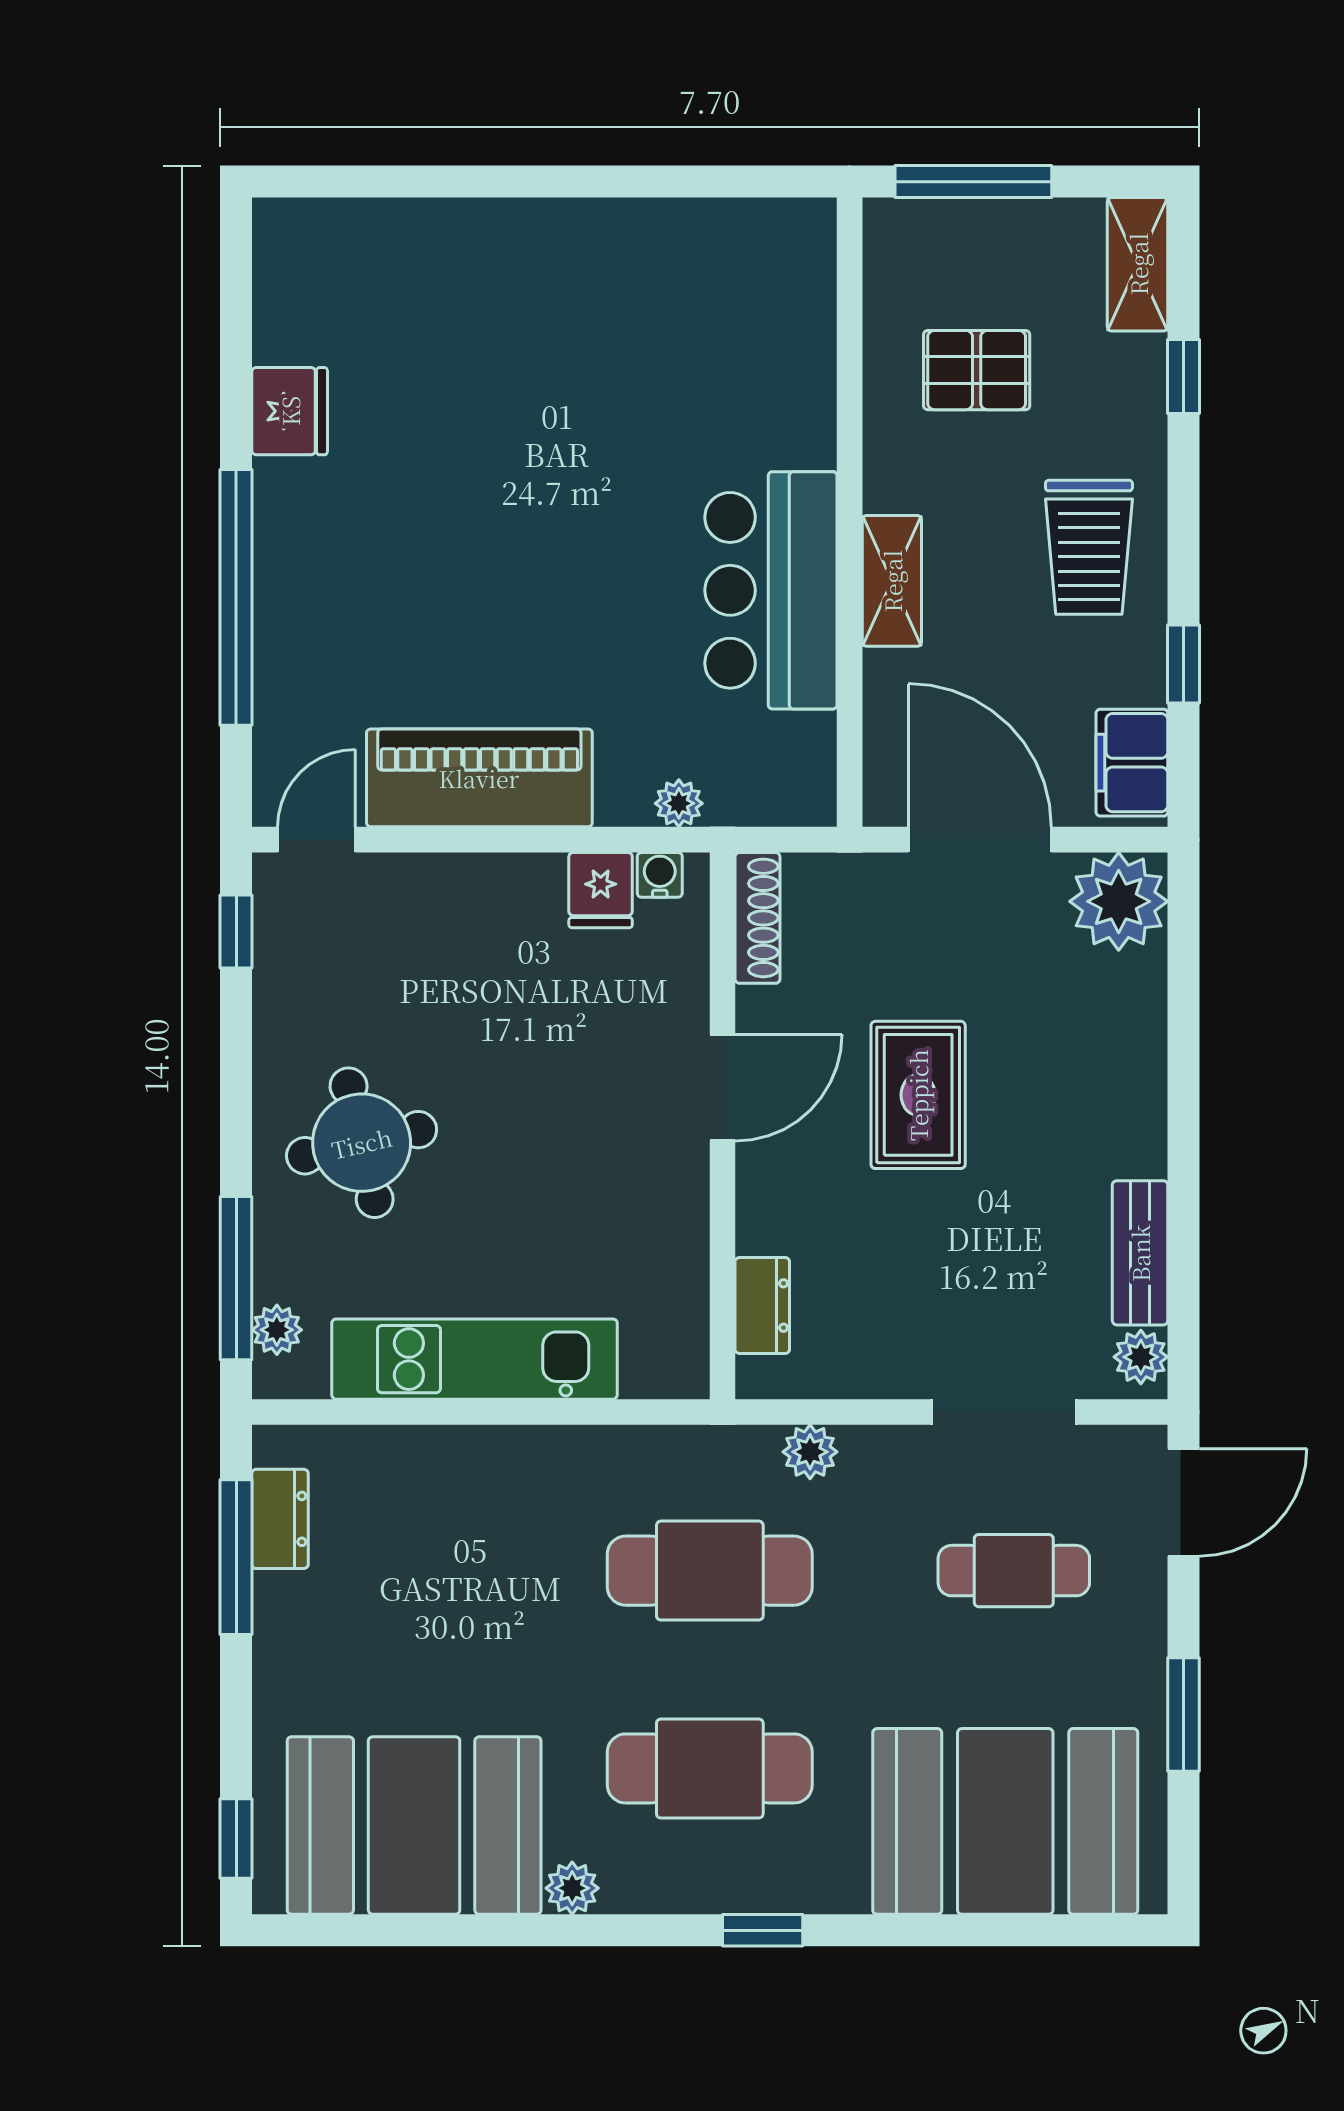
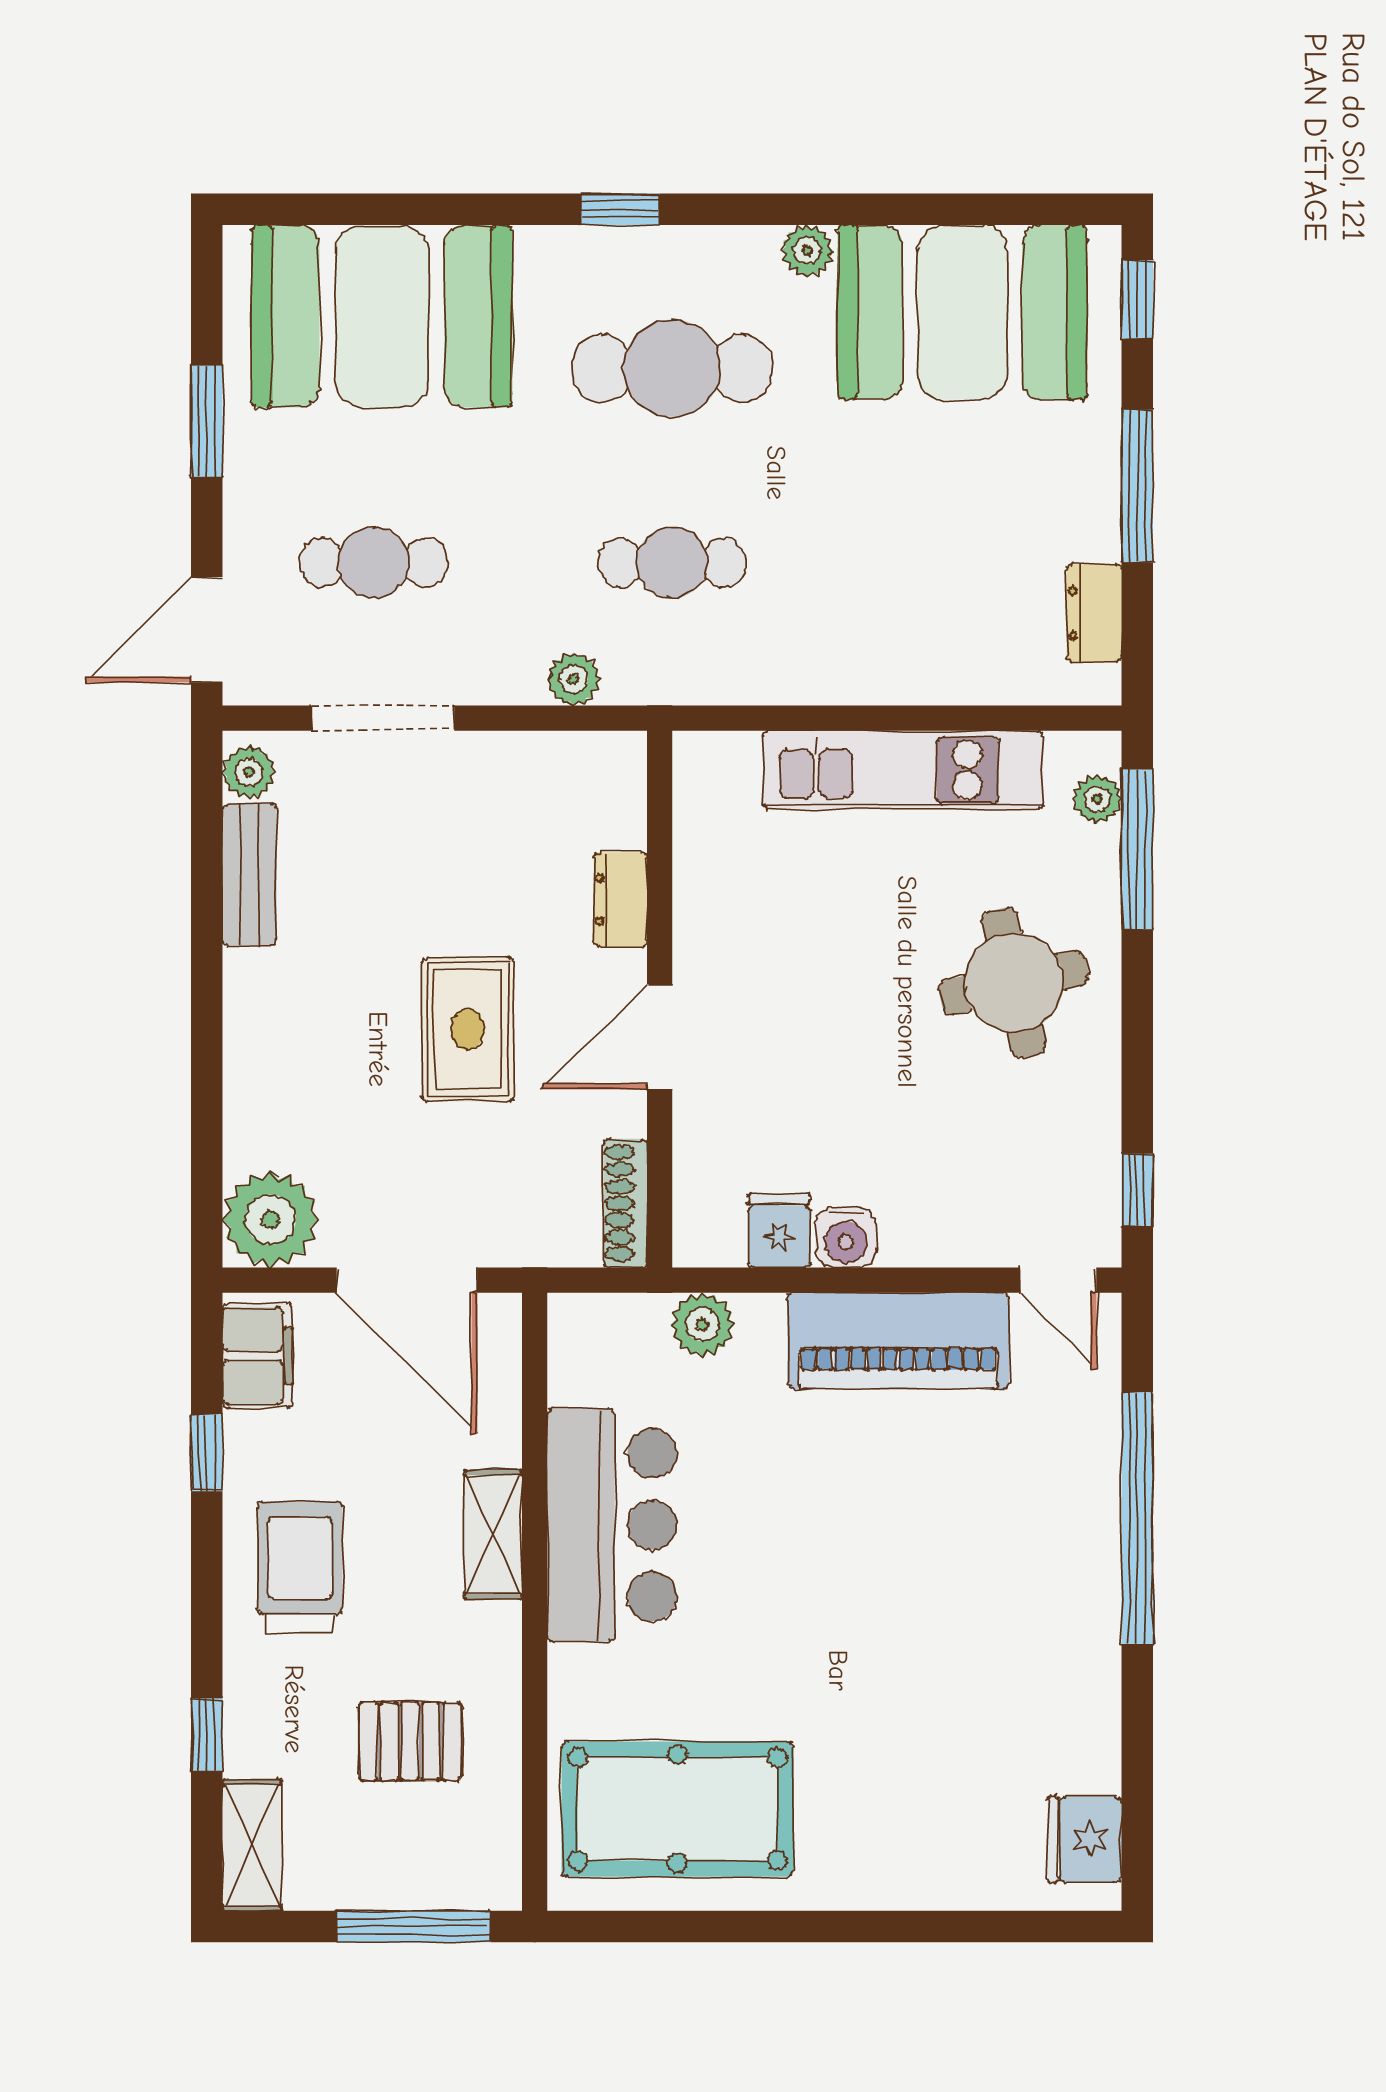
pool table: (704, 301) -> (677, 1809), added
fridge: (290, 411) -> (1085, 1839), moved
plant: (679, 803) -> (702, 1325), width x1.38, depth x1.38
door: (317, 840) -> (1058, 1280), hinge flipped
water cooler: (660, 875) -> (846, 1237), moved, width x1.38, depth x1.38
dresser: (762, 1306) -> (620, 900), moved
window: (236, 1557) -> (1137, 486), moved
cafe table: (710, 1571) -> (672, 562), width x0.73, depth x0.74

